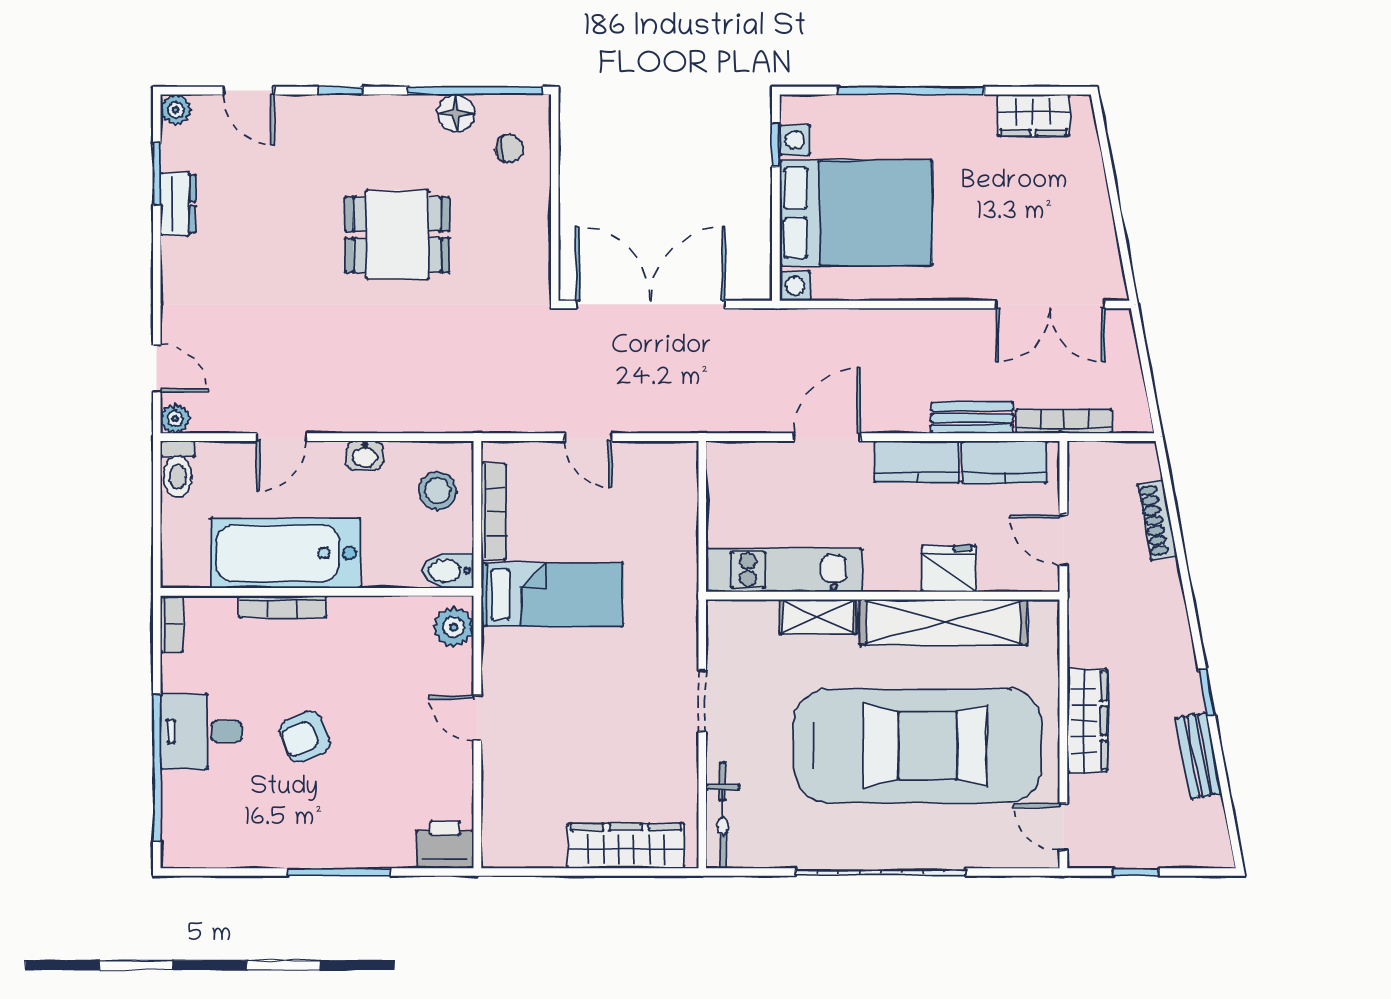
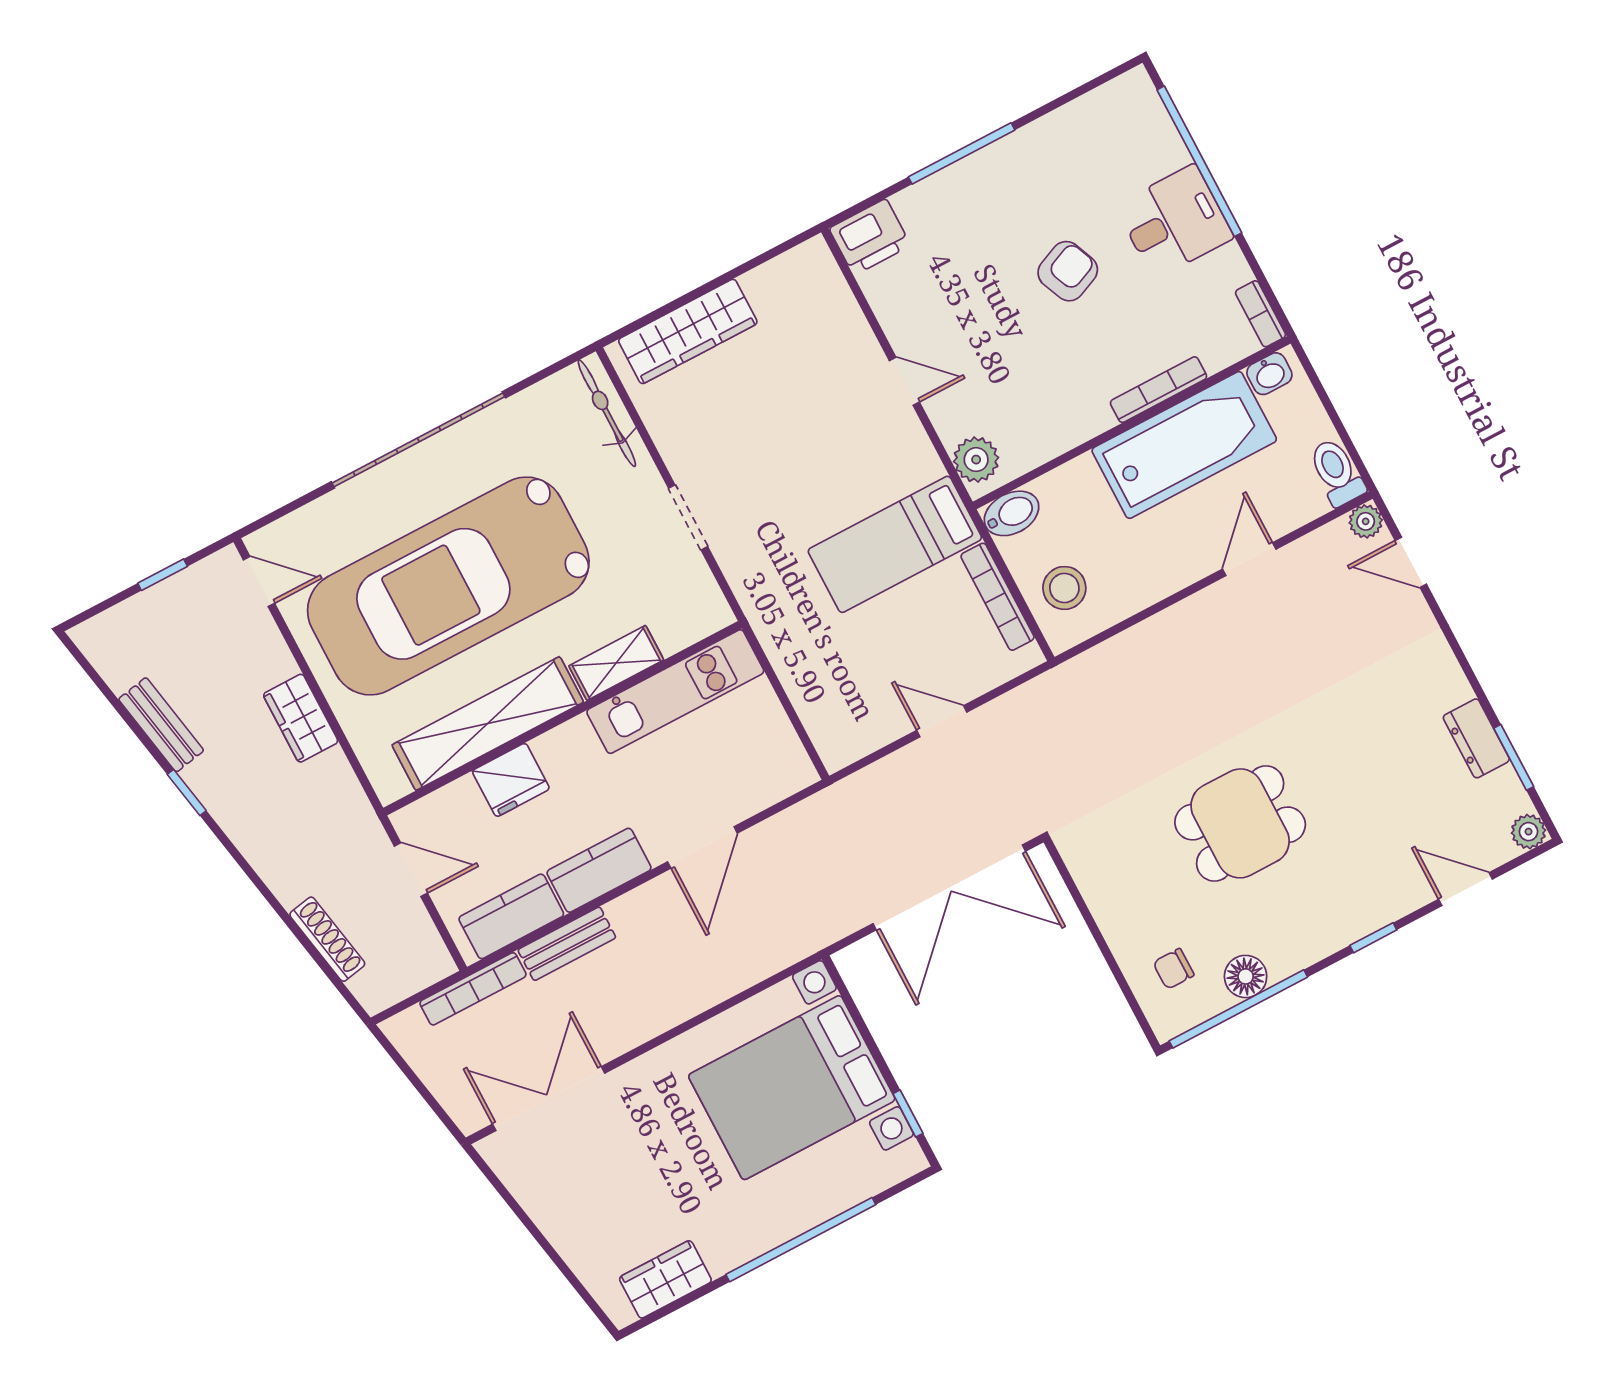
washbasin: (365, 455) -> (1269, 374), moved, turned 180
wardrobe: (1087, 721) -> (301, 718), width x0.67

